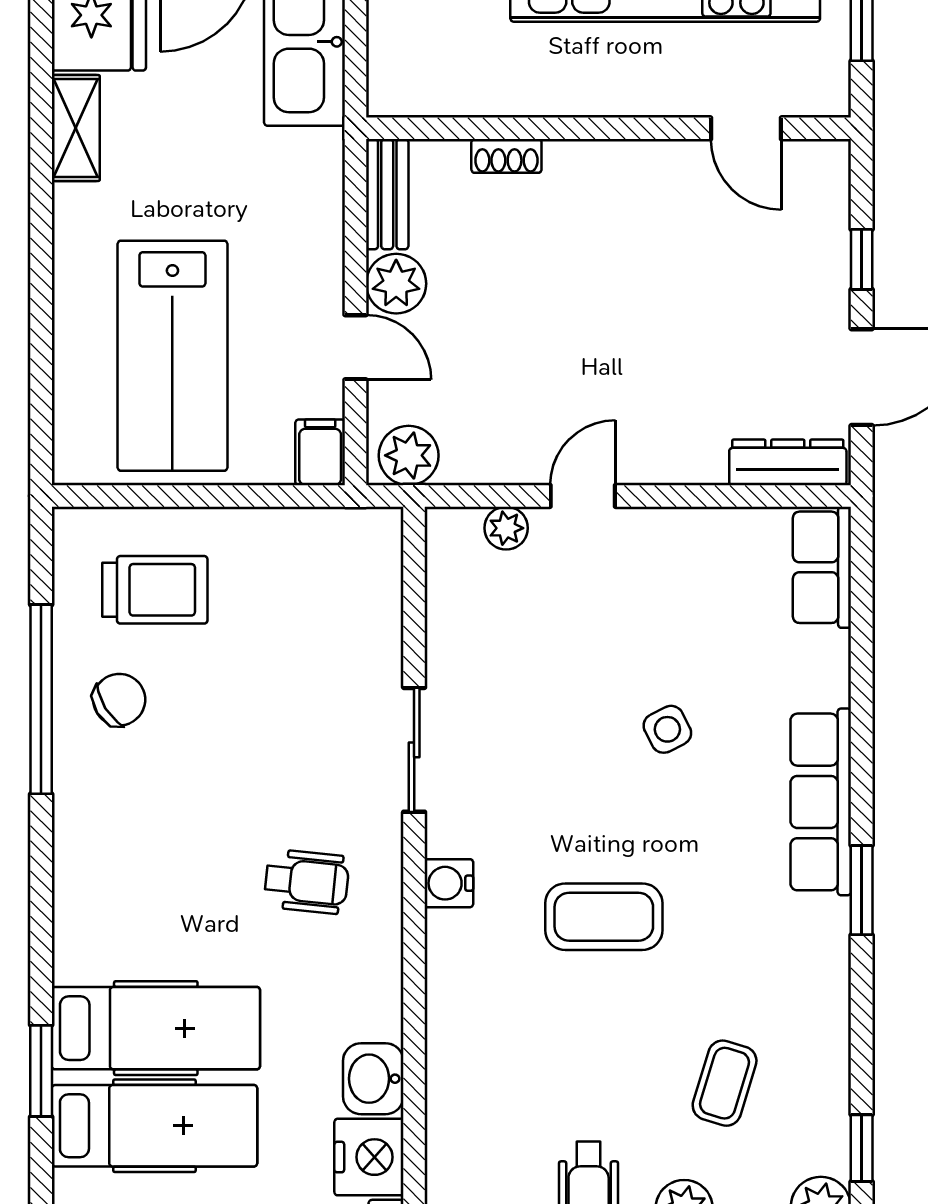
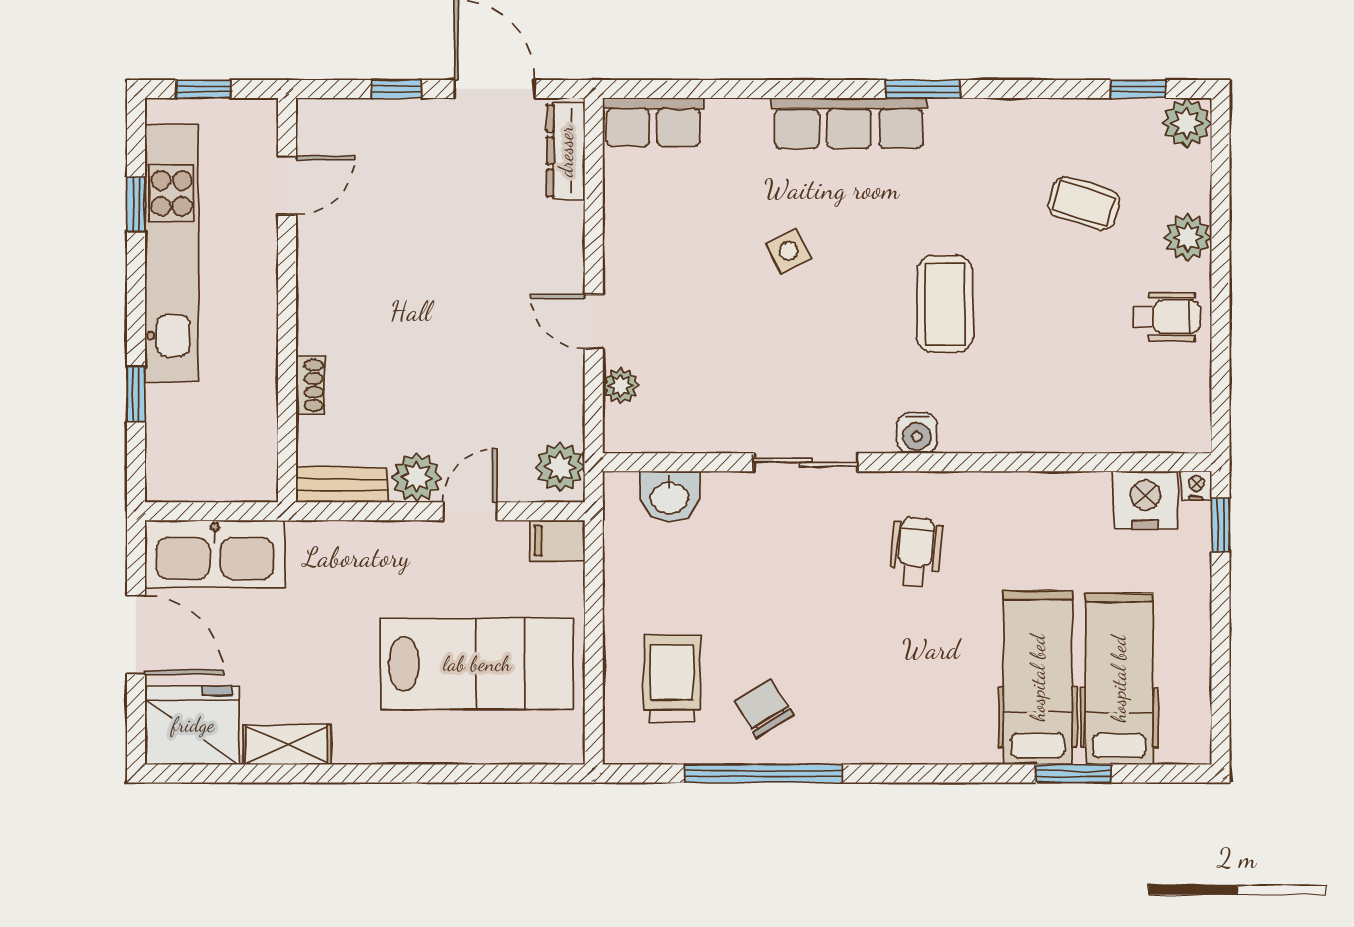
washbasin: (373, 1079) -> (670, 496), moved

